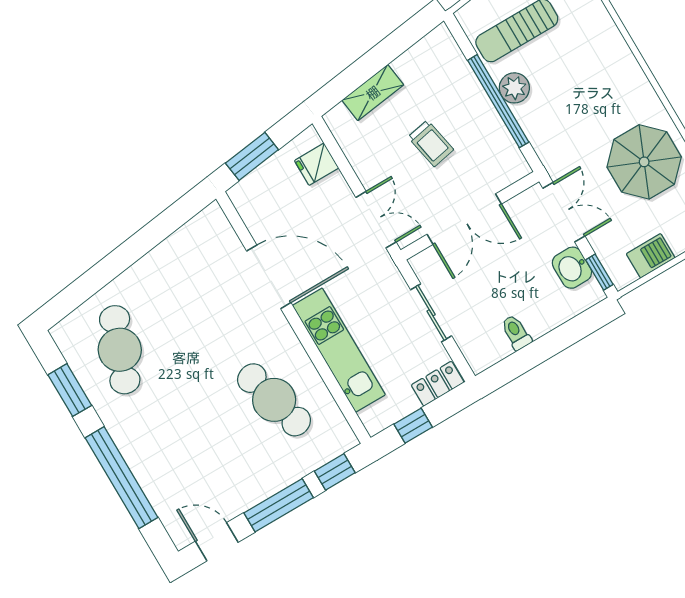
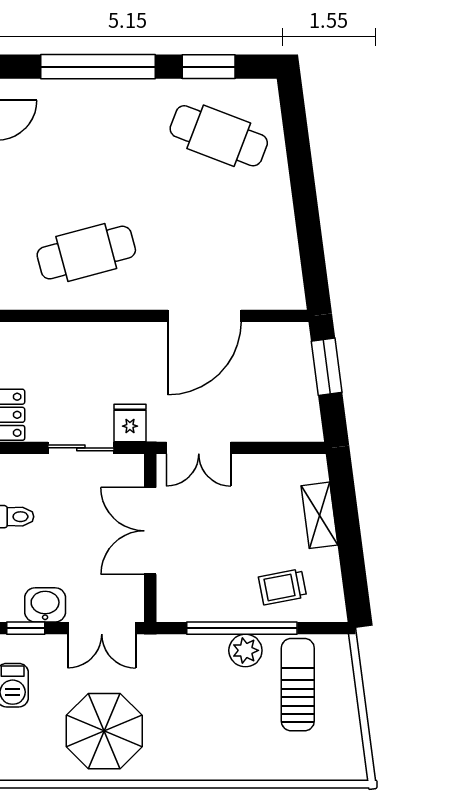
trolley: (431, 143) -> (283, 587), moved
fridge: (317, 164) -> (130, 423), moved
kitchen unit: (339, 350) -> (97, 341), removed

